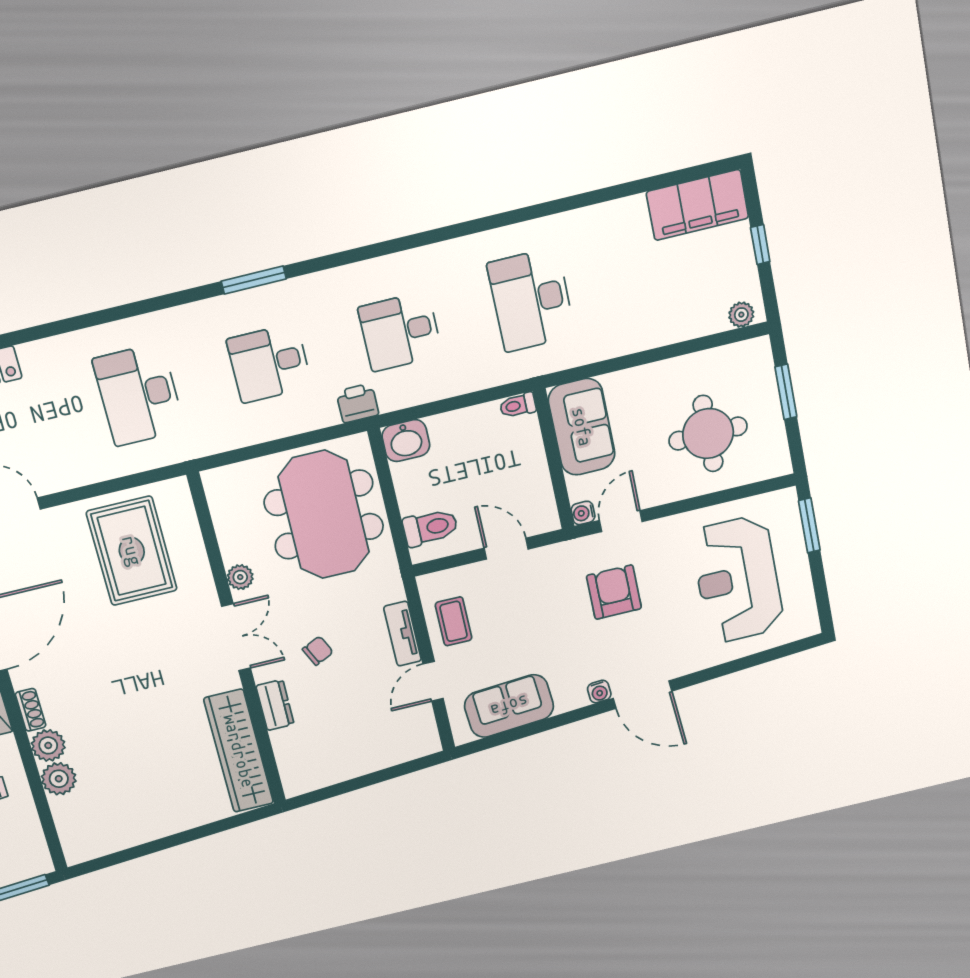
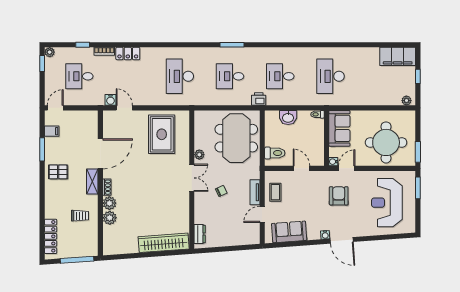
window: (786, 392) -> (418, 152), moved
round table: (708, 434) -> (386, 142), width x1.36, depth x1.36
washbasin: (406, 441) -> (288, 117), moved
dresser: (275, 705) -> (200, 234), moved
wardrobe: (239, 751) -> (164, 243), moved, turned 86

